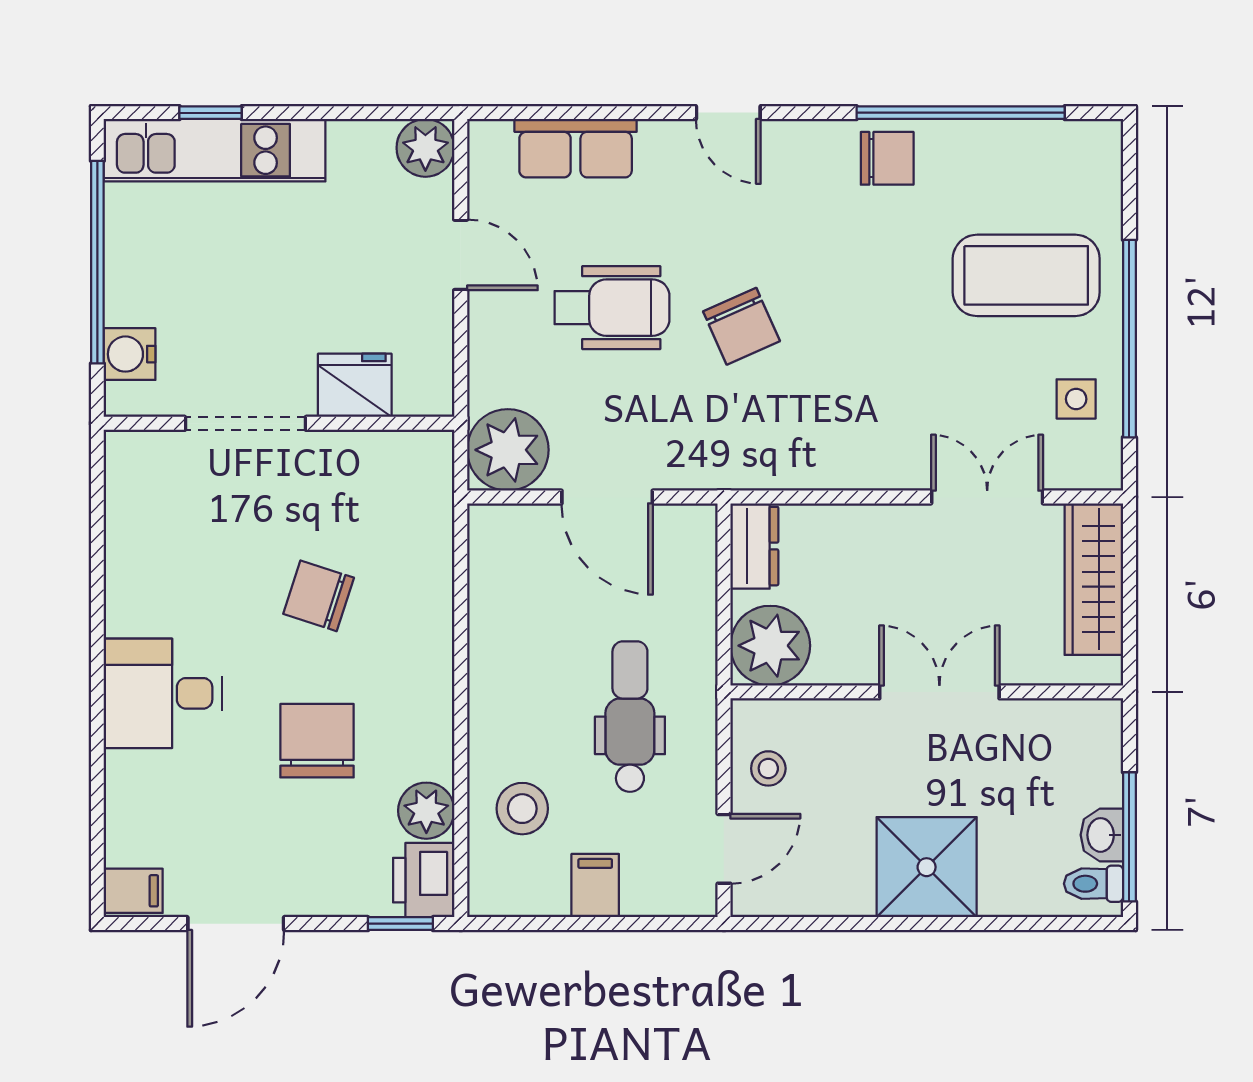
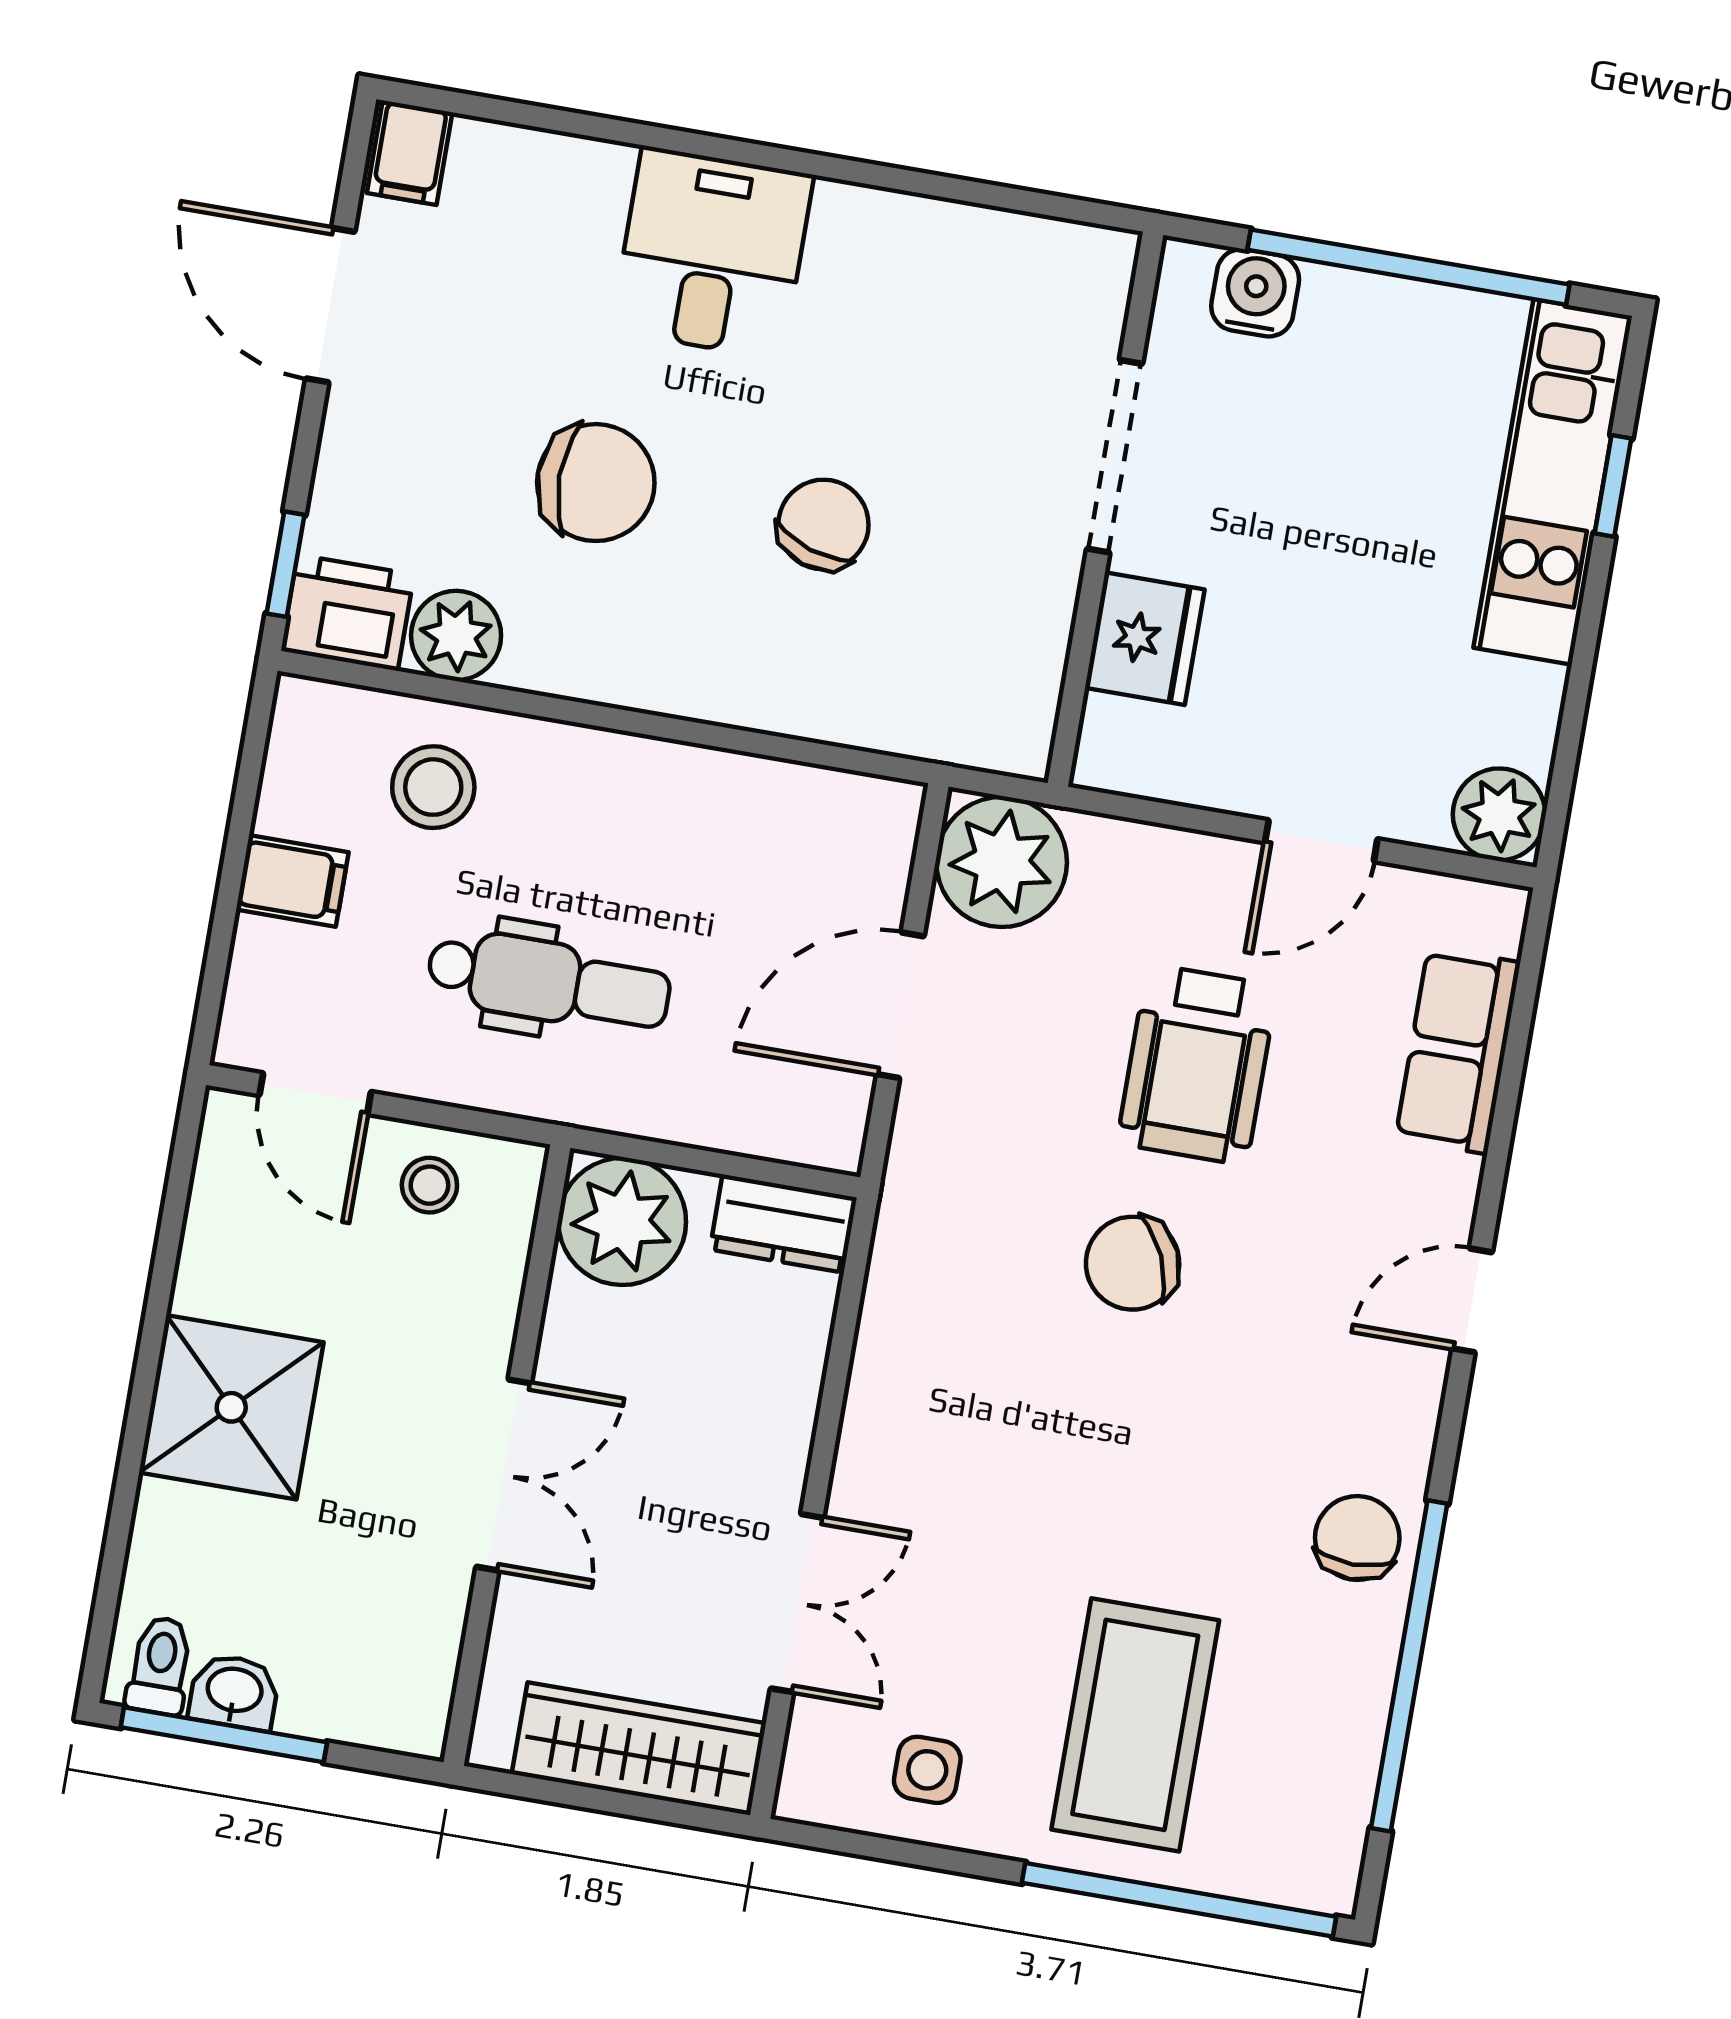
chair: (887, 158) -> (1357, 1538), turned 180
window: (1129, 339) -> (1179, 1900), moved

